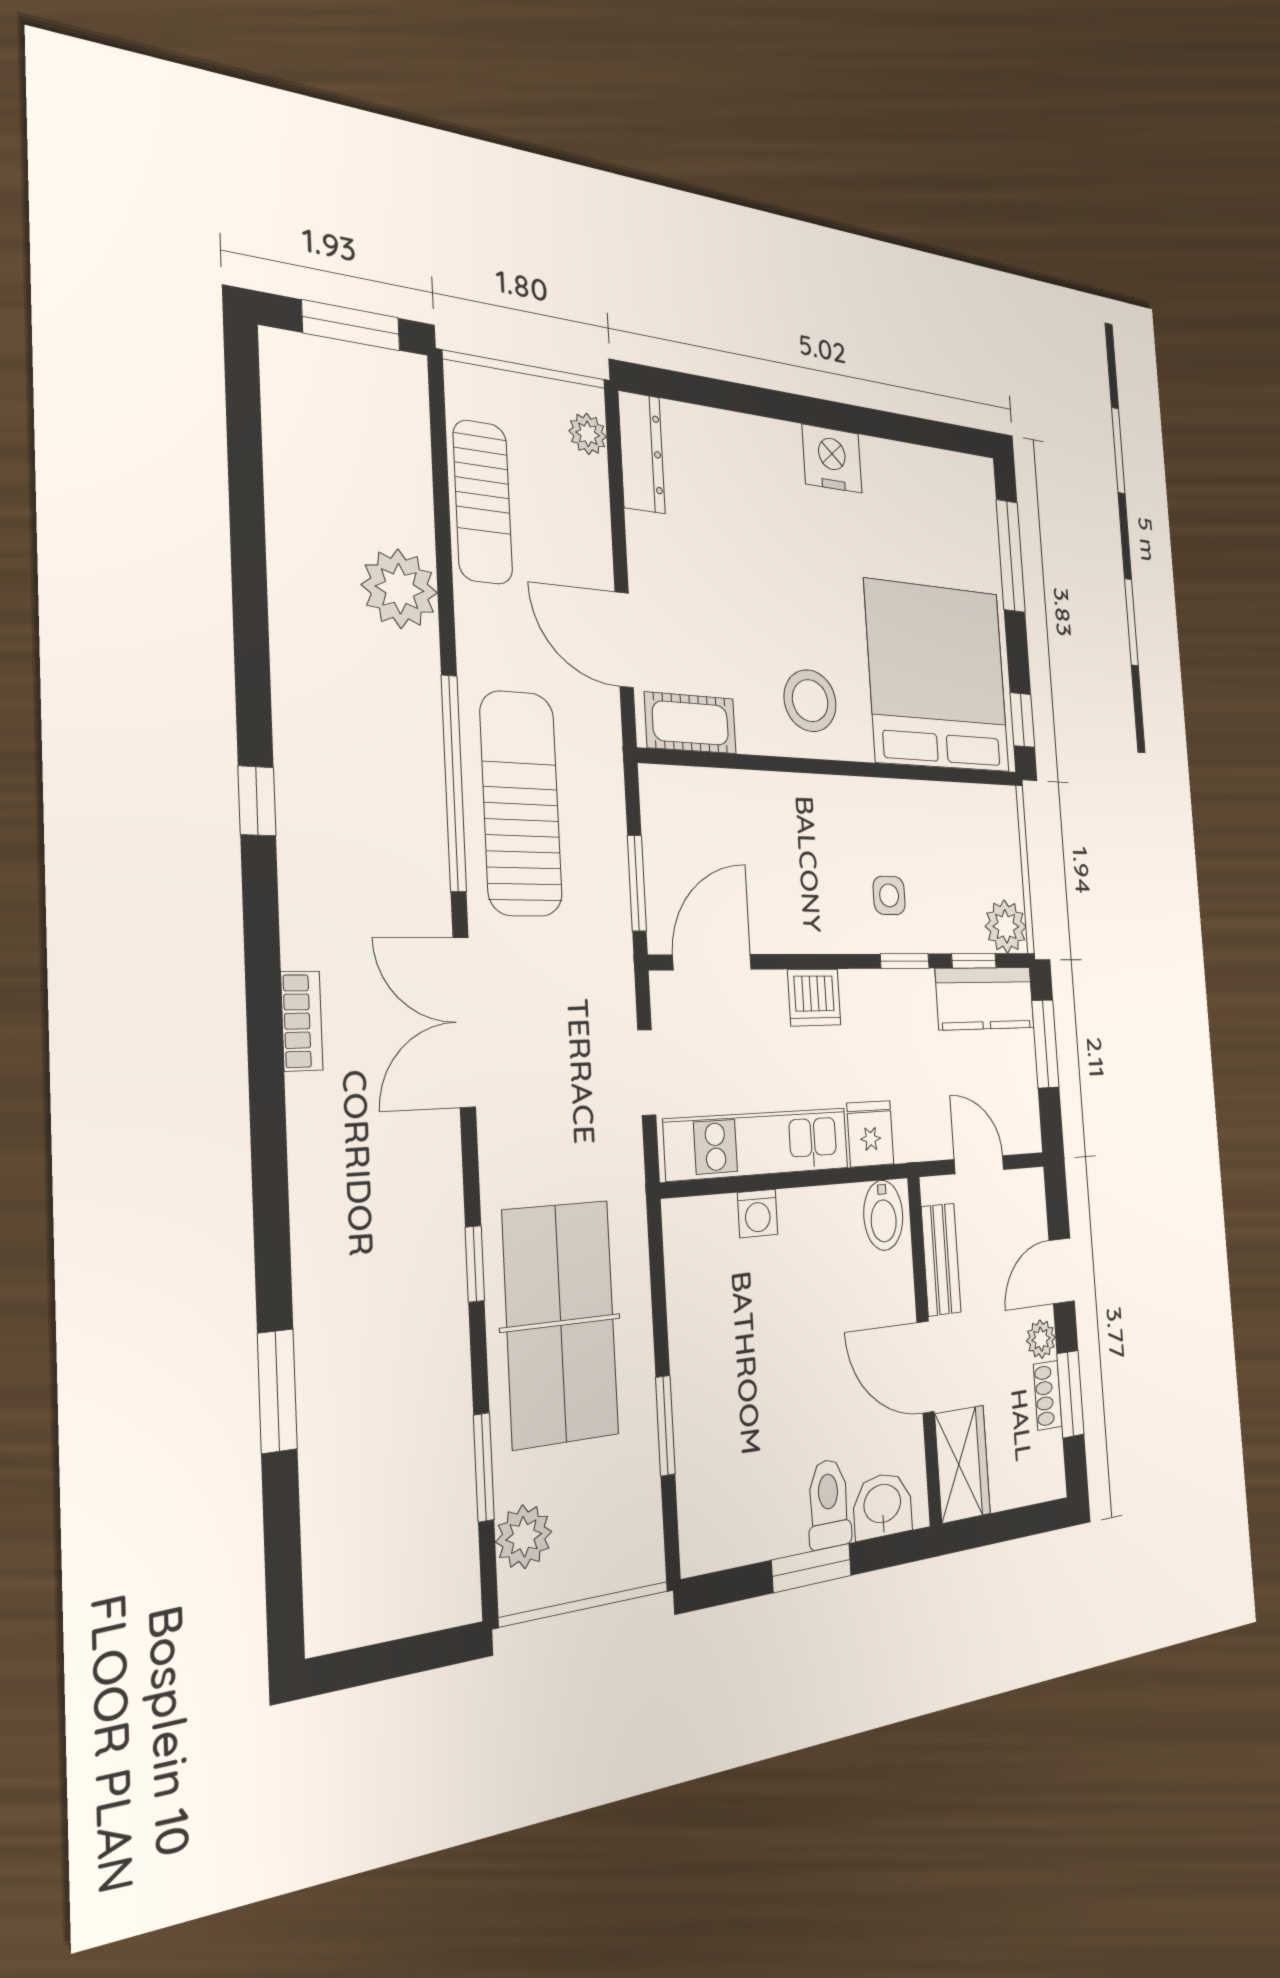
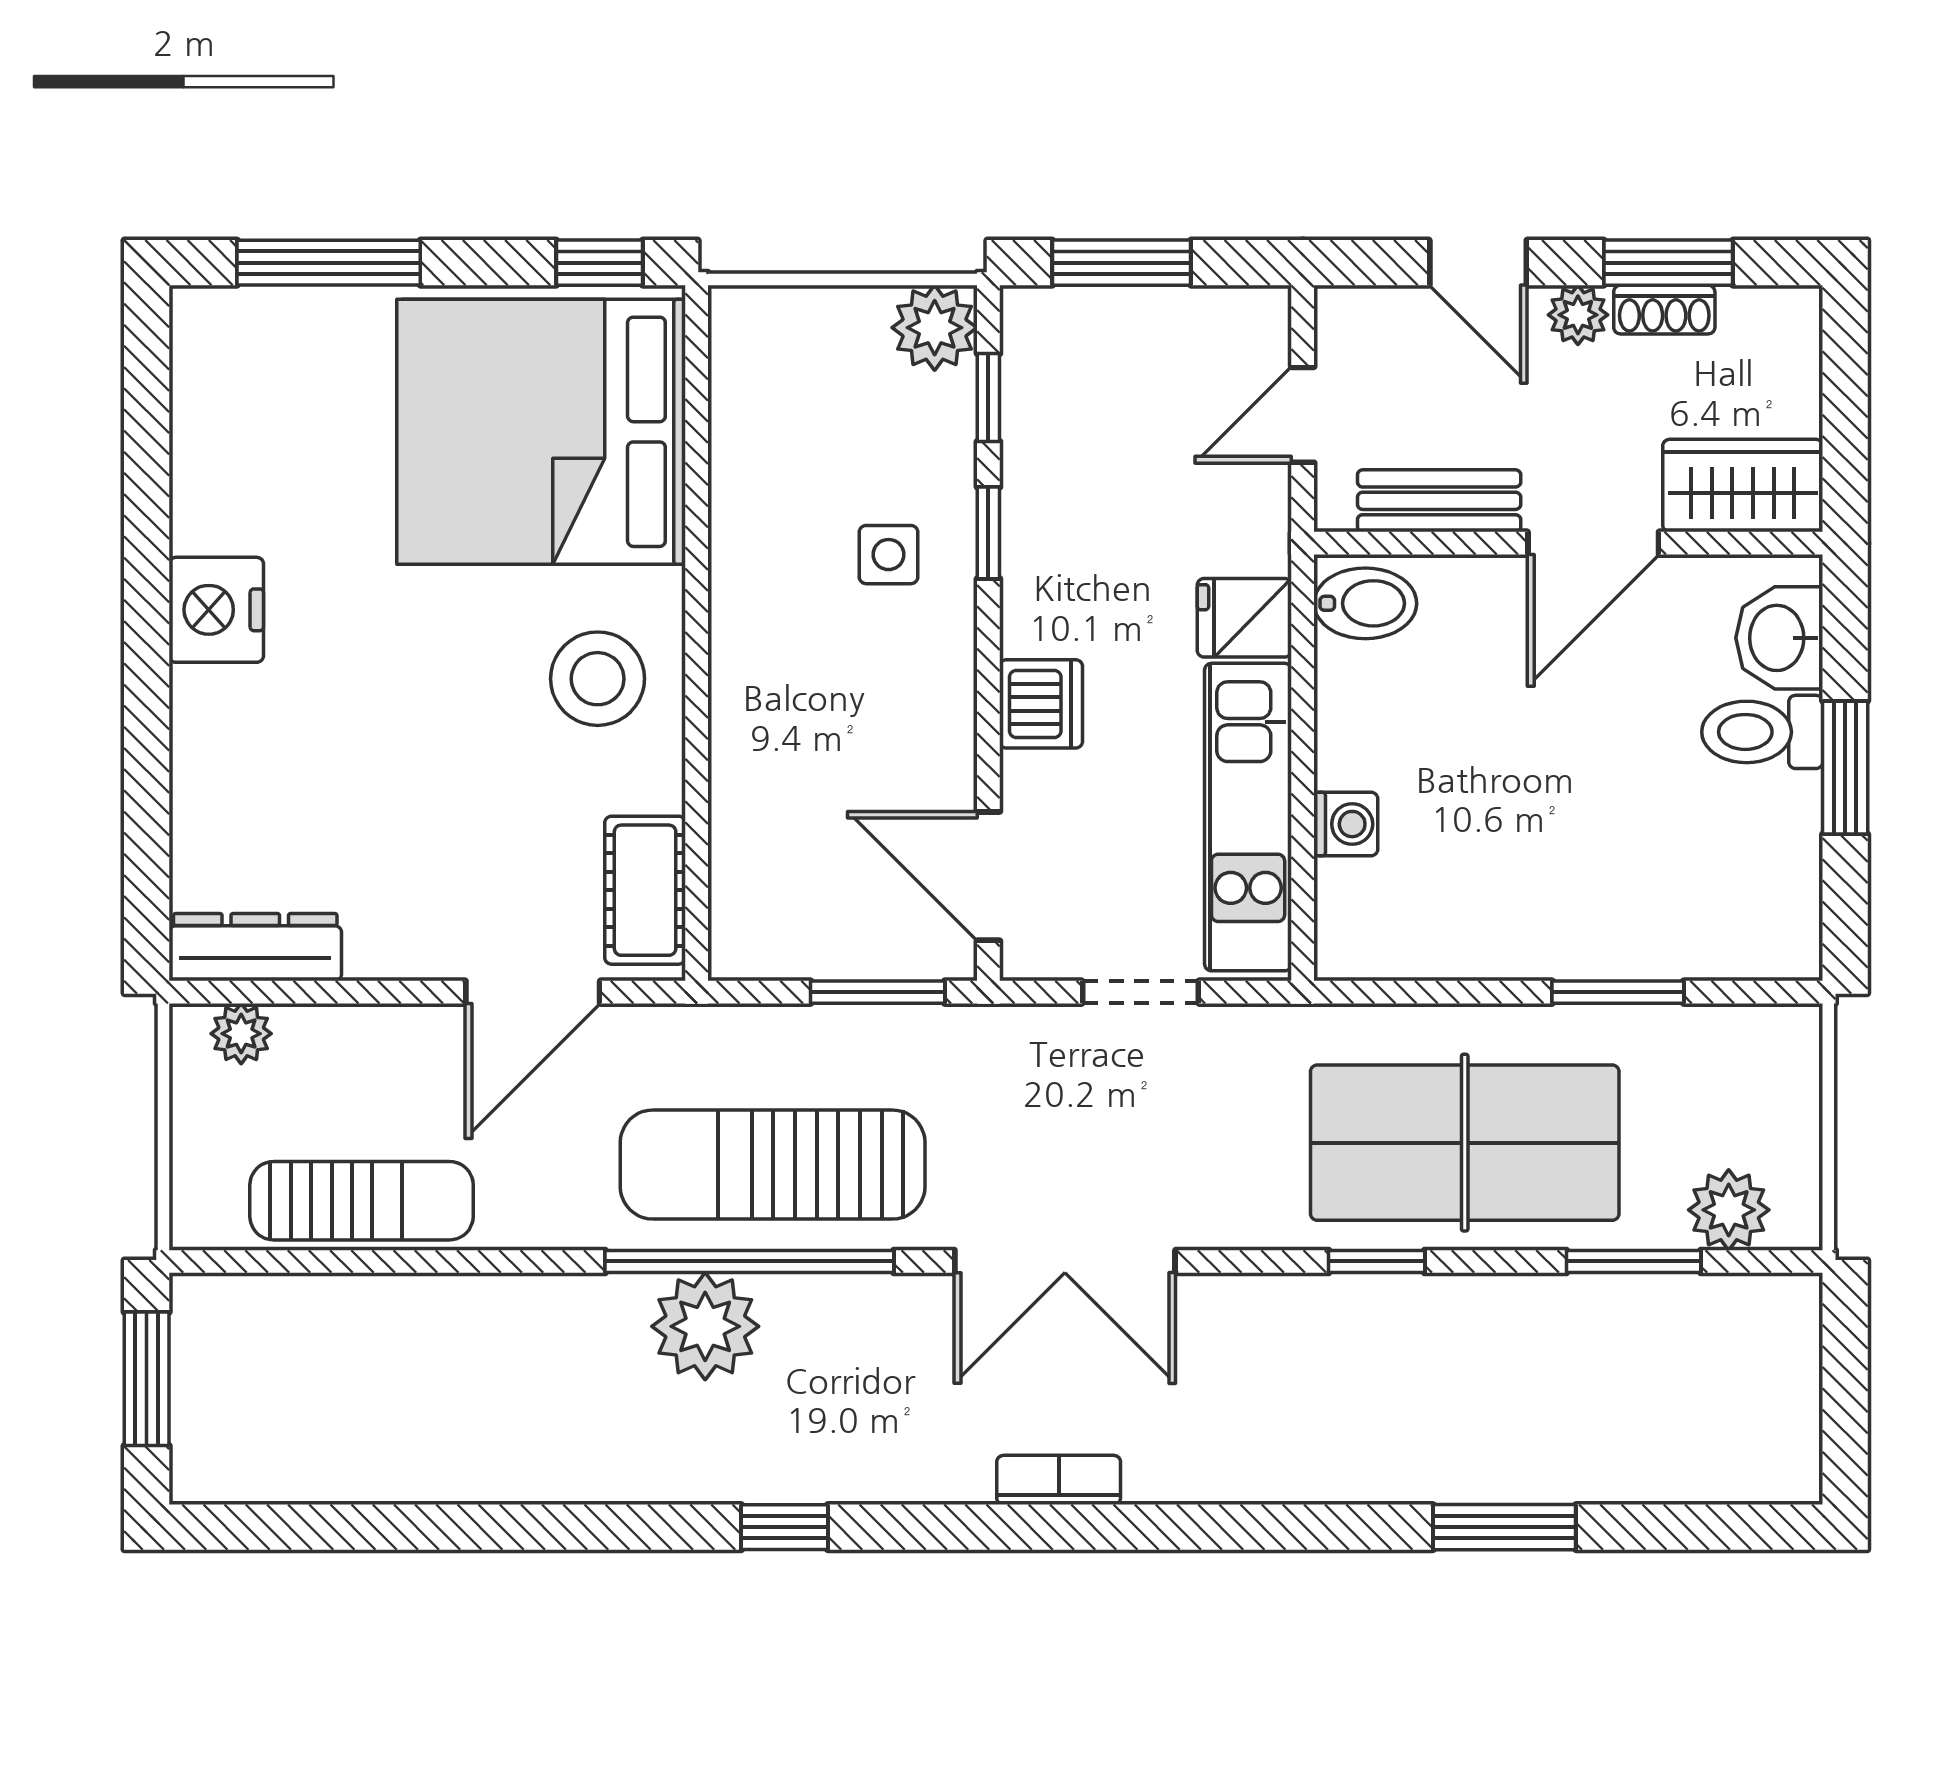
plant: (400, 589) -> (705, 1326), moved
kitchen counter: (985, 998) -> (1047, 380), removed

